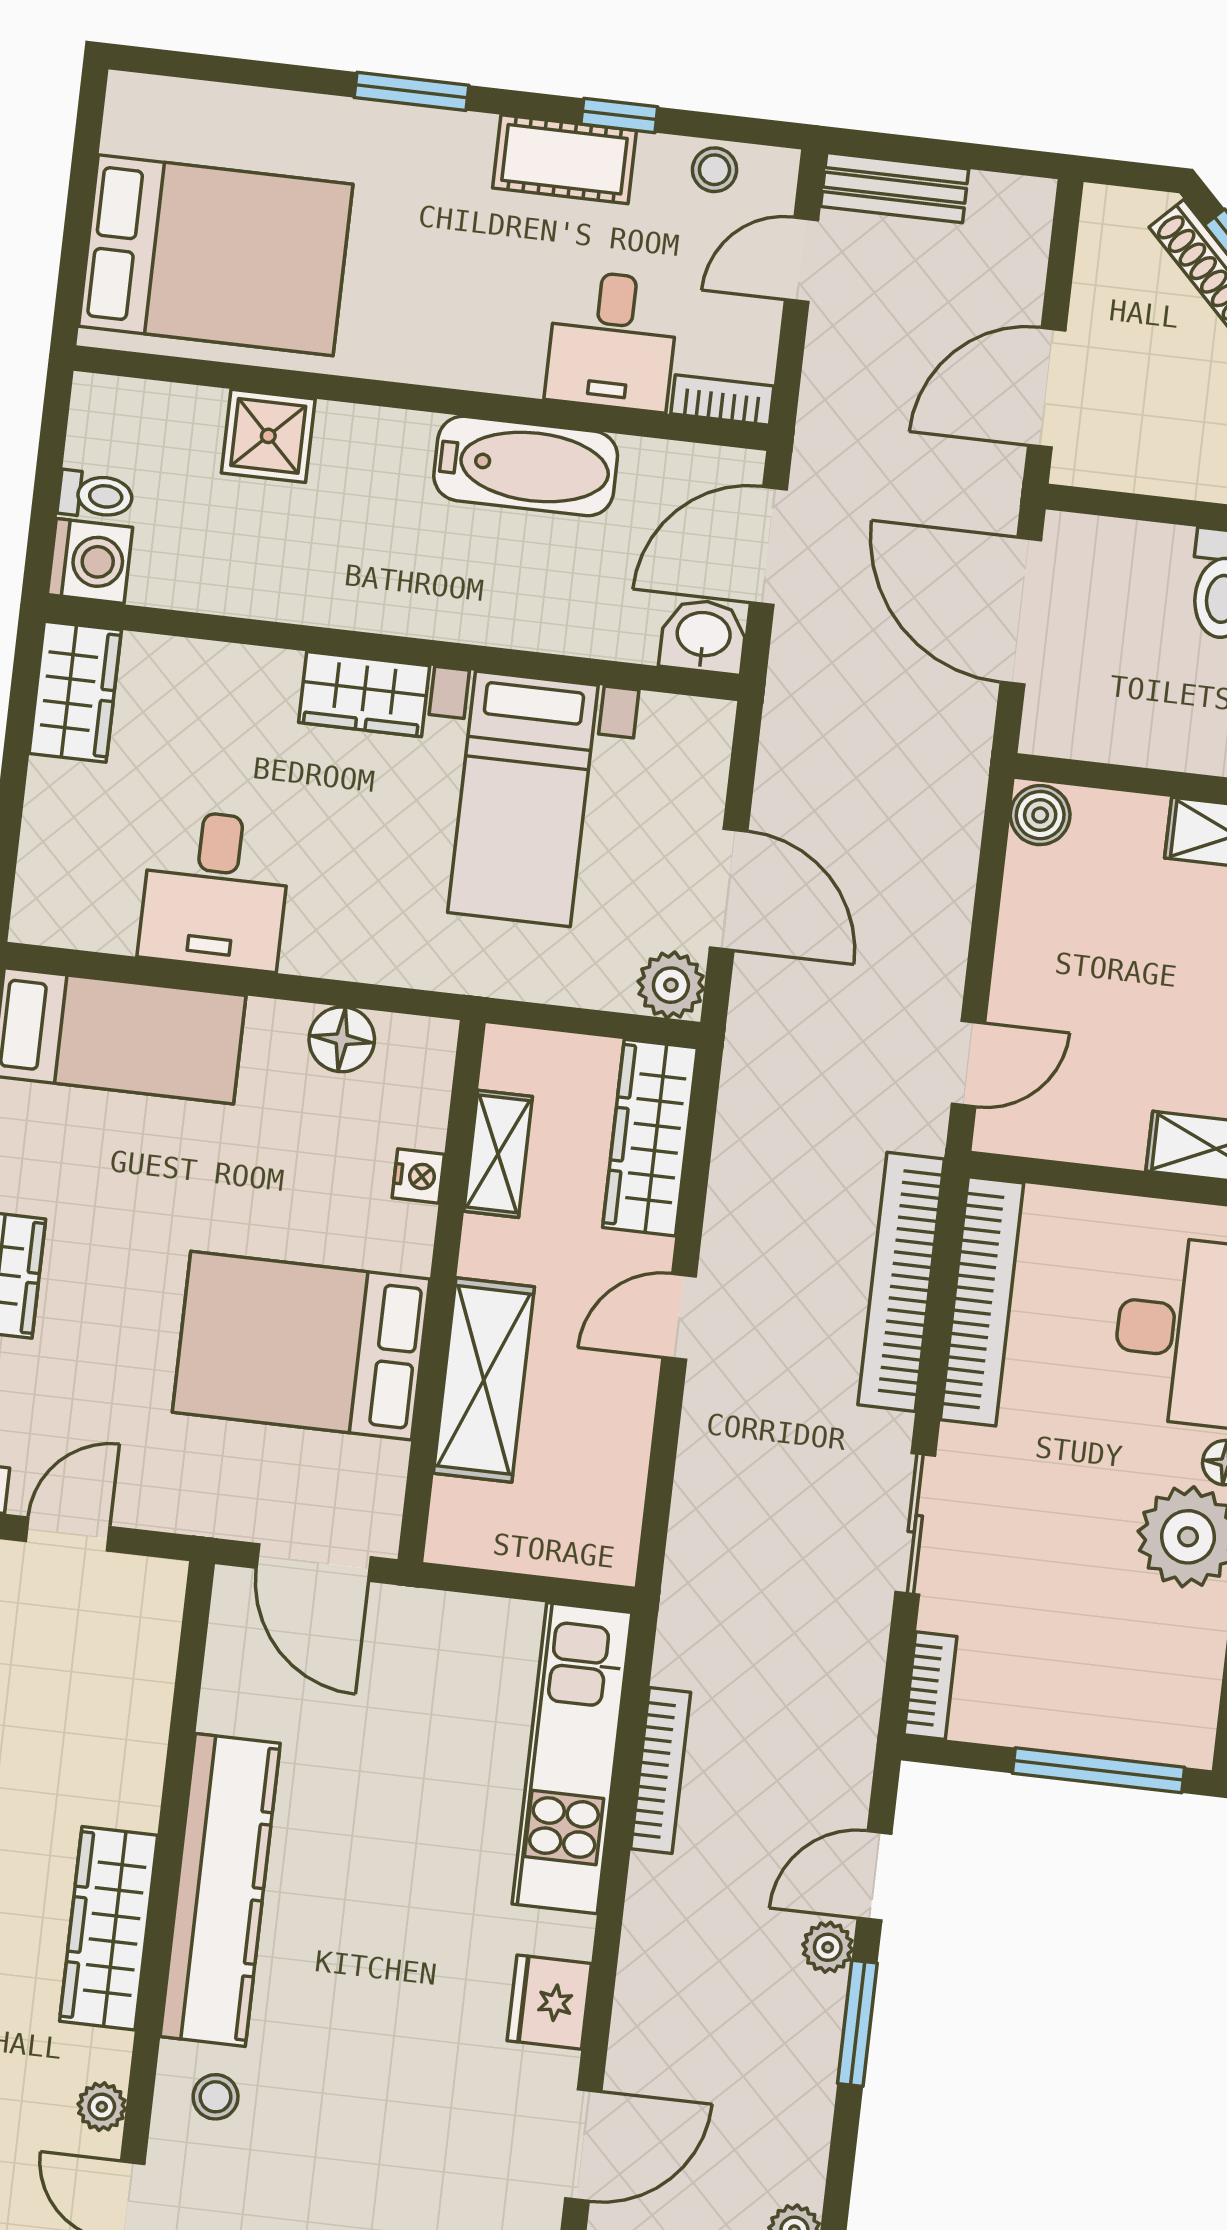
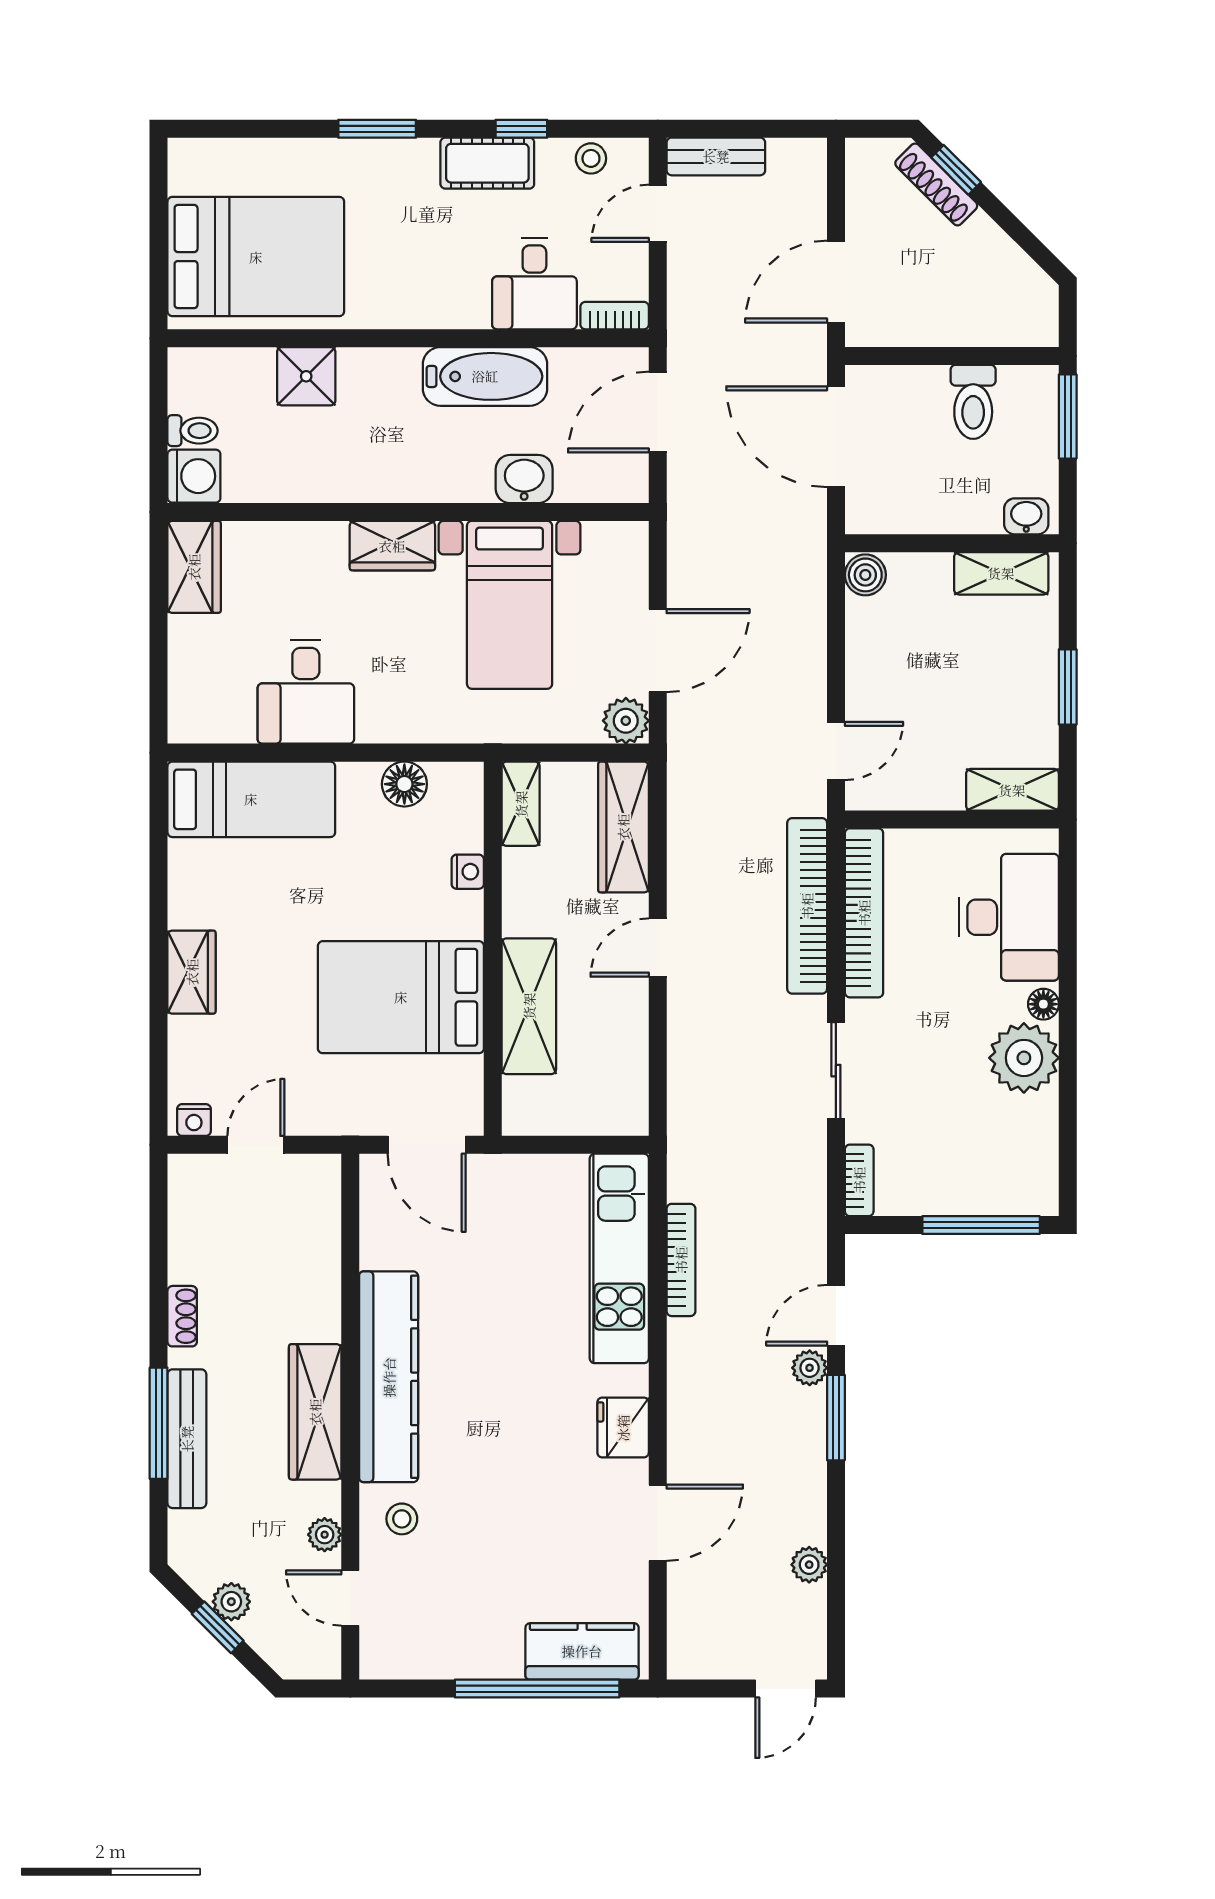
washbasin: (703, 636) -> (524, 479), moved
door: (729, 889) -> (658, 651), hinge flipped
shelving: (498, 1154) -> (521, 804), moved

